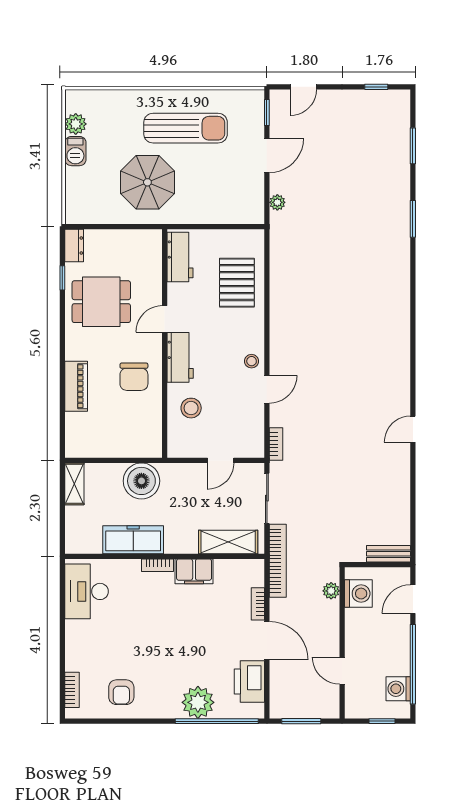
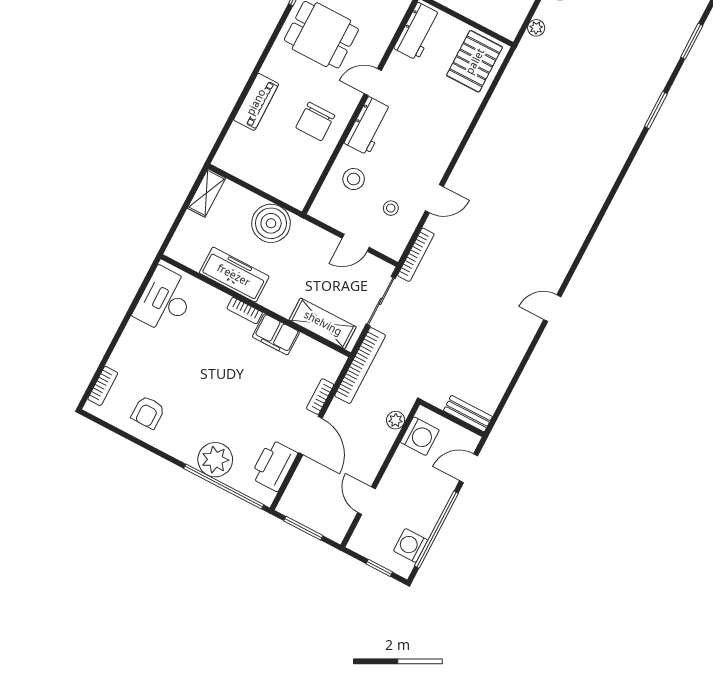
pallet: (237, 283) -> (475, 61), moved
stool: (252, 361) -> (391, 208), moved
bookcase: (276, 444) -> (416, 255), width x1.56

